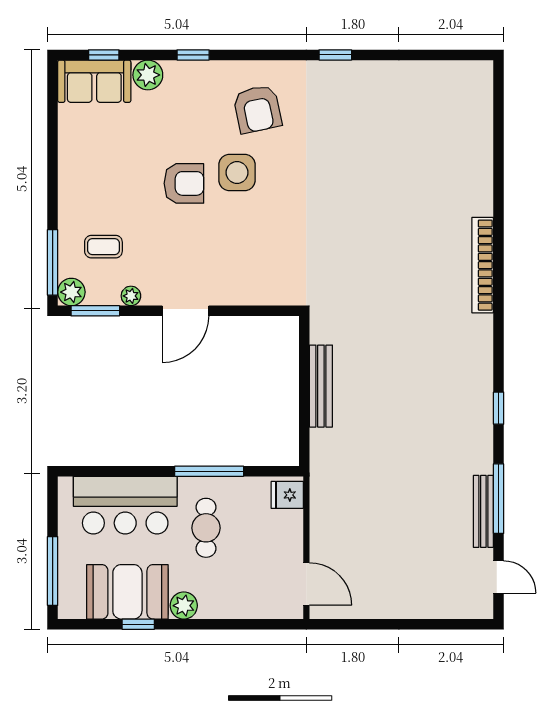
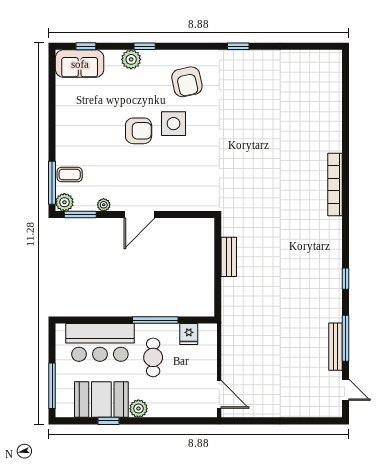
plant: (148, 75) -> (131, 59), moved
coffee table: (103, 247) -> (70, 175), moved
bench: (321, 386) -> (229, 257), width x0.73
fridge: (287, 495) -> (189, 334), moved, turned -90

